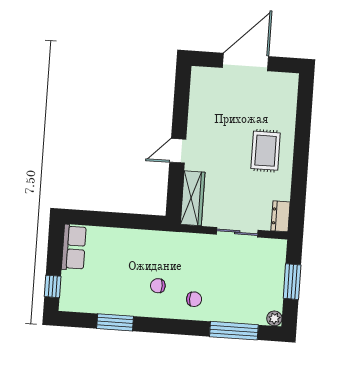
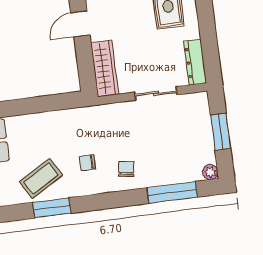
dresser: (281, 216) -> (195, 62), width x1.44
coffee table: (110, 292) -> (41, 179), added
chair: (194, 299) -> (126, 169), turned -83

